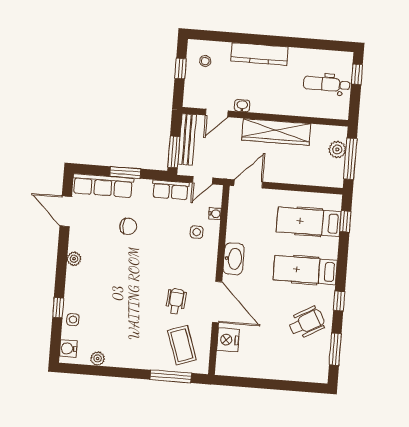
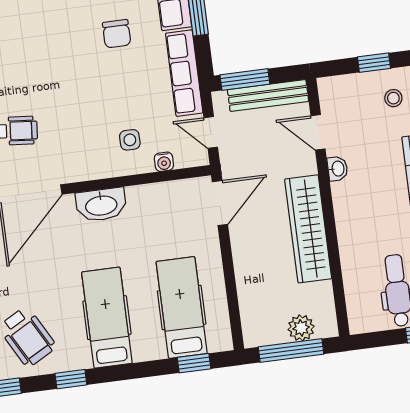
door: (248, 184) -> (220, 203), hinge flipped
row of seats: (171, 190) -> (184, 73), width x1.48

